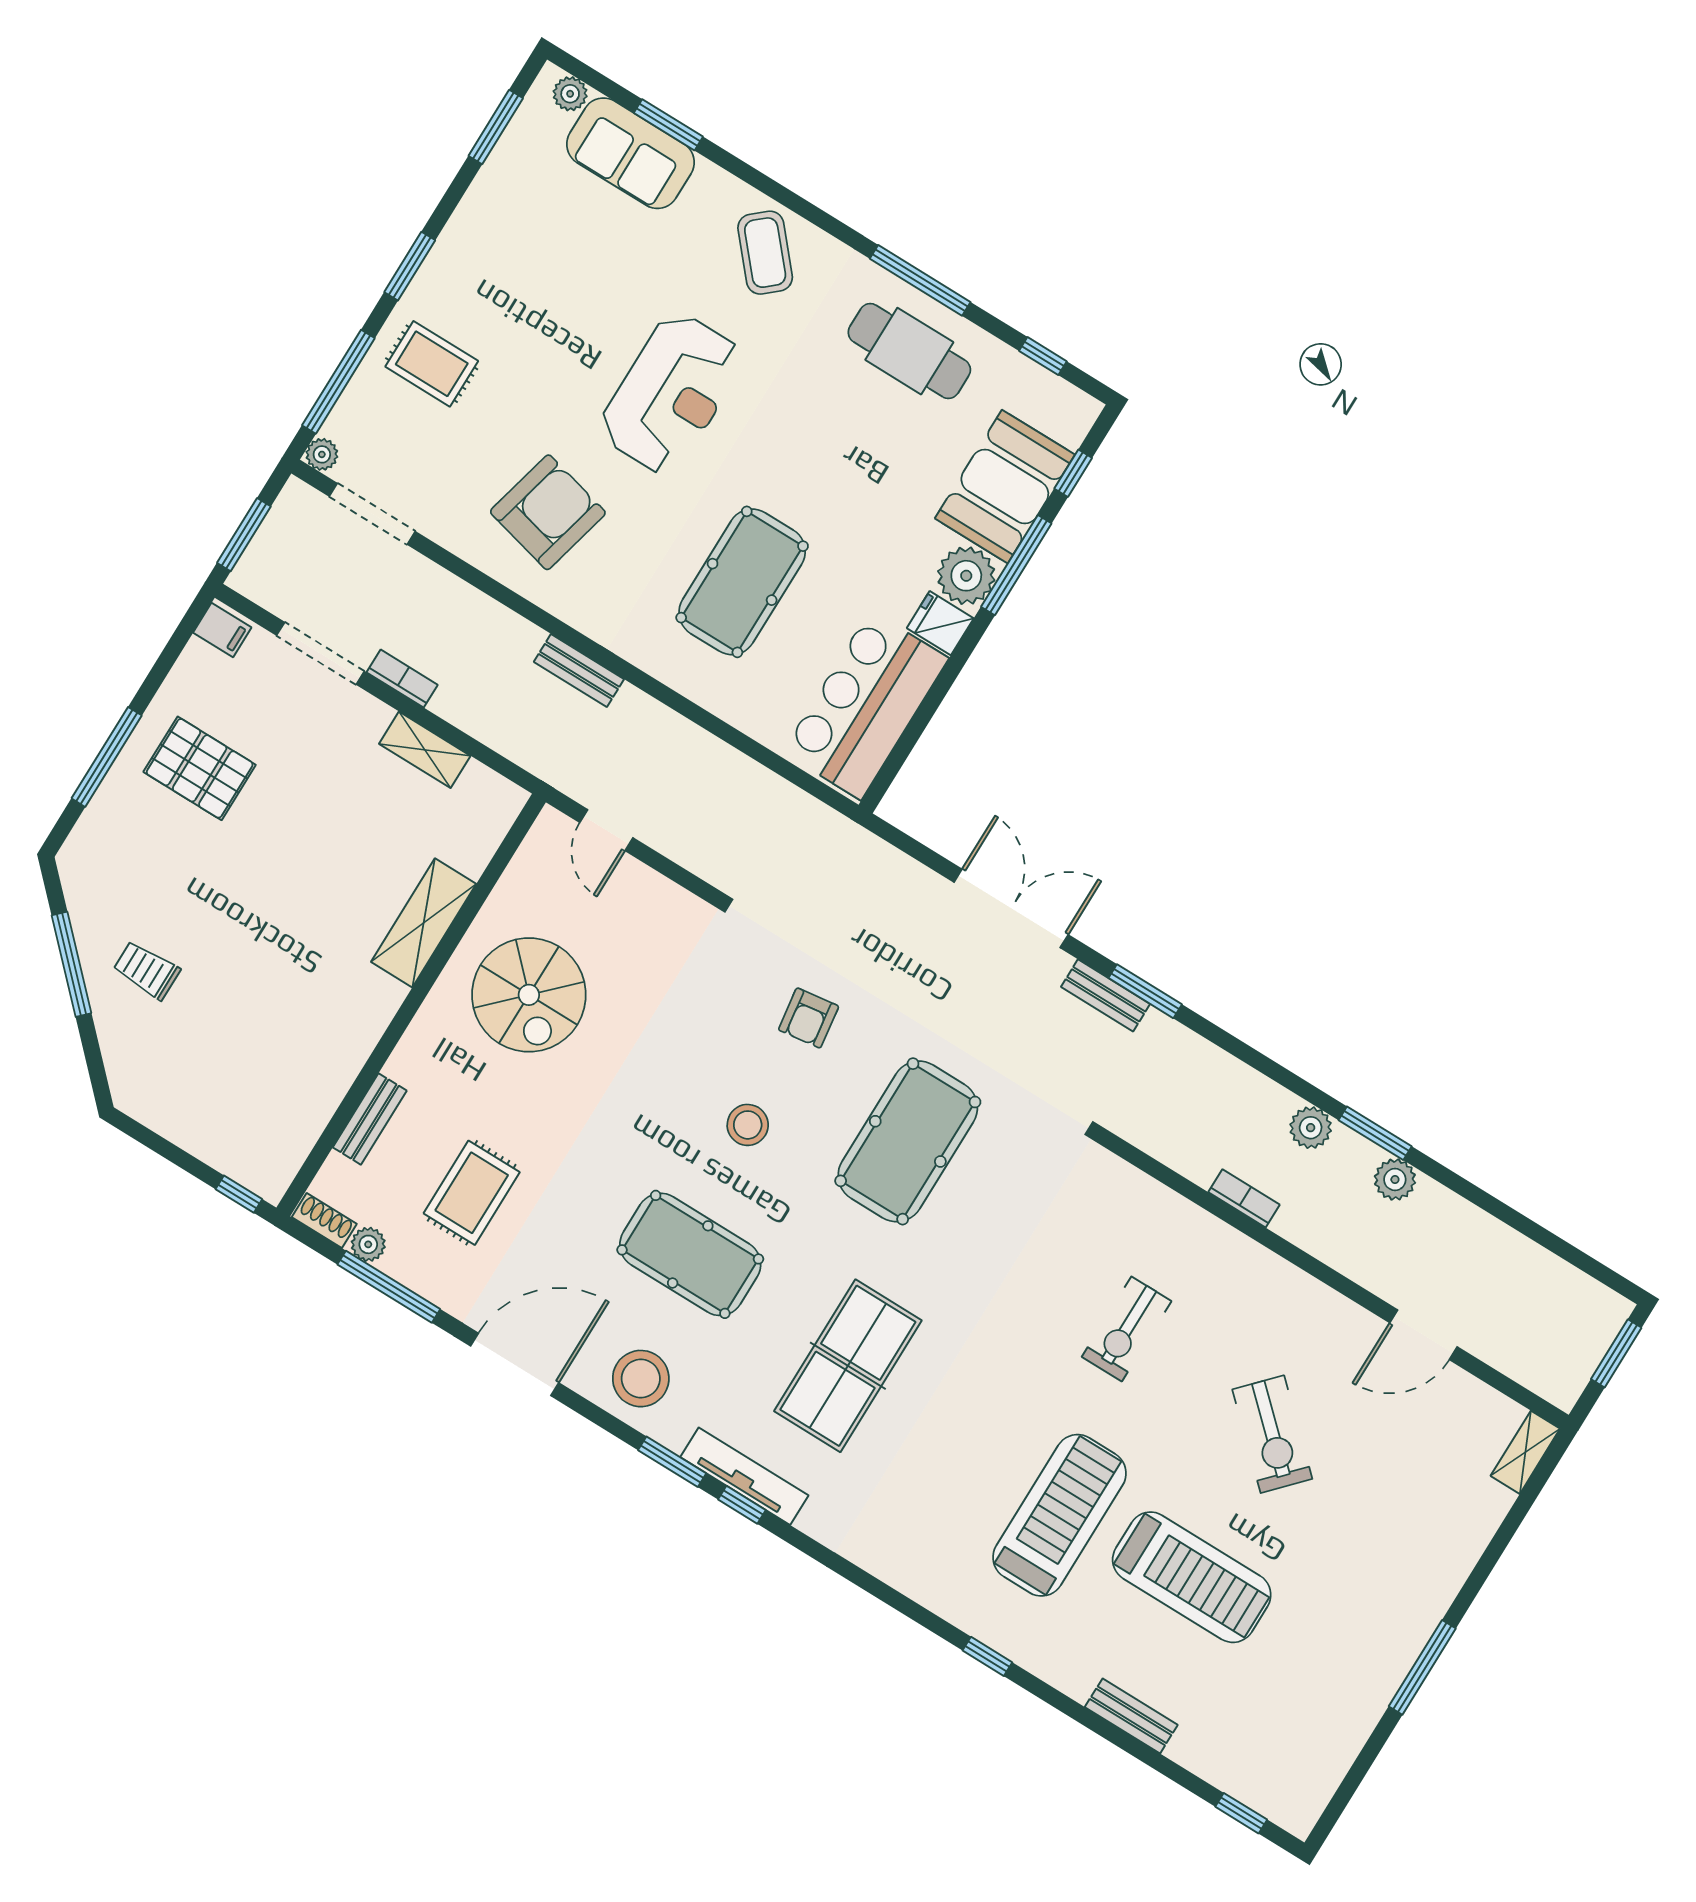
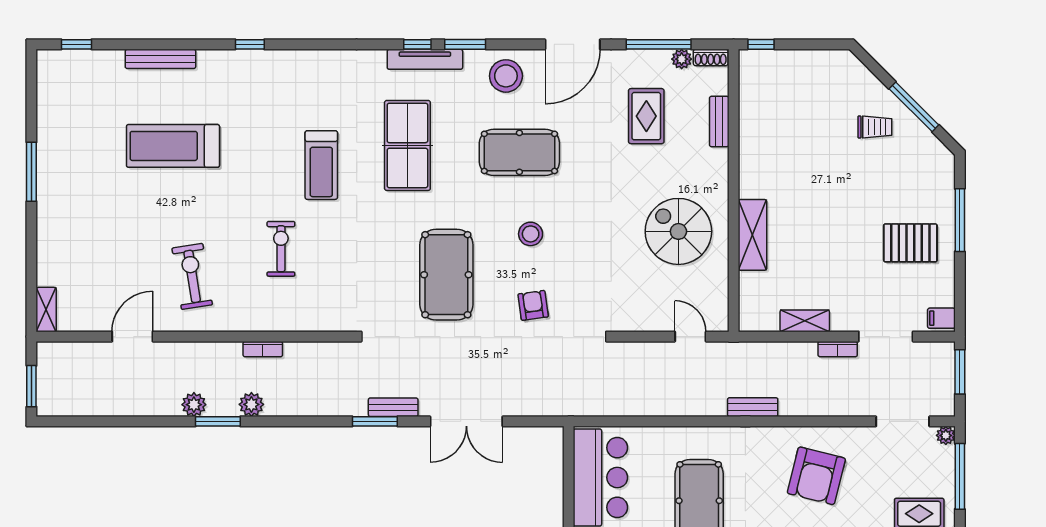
exercise bike: (1272, 1434) -> (192, 276), moved, turned 38
treadmill: (1060, 1515) -> (321, 165), moved, width x0.73, depth x0.73
bench: (1131, 1716) -> (160, 59), width x1.36

